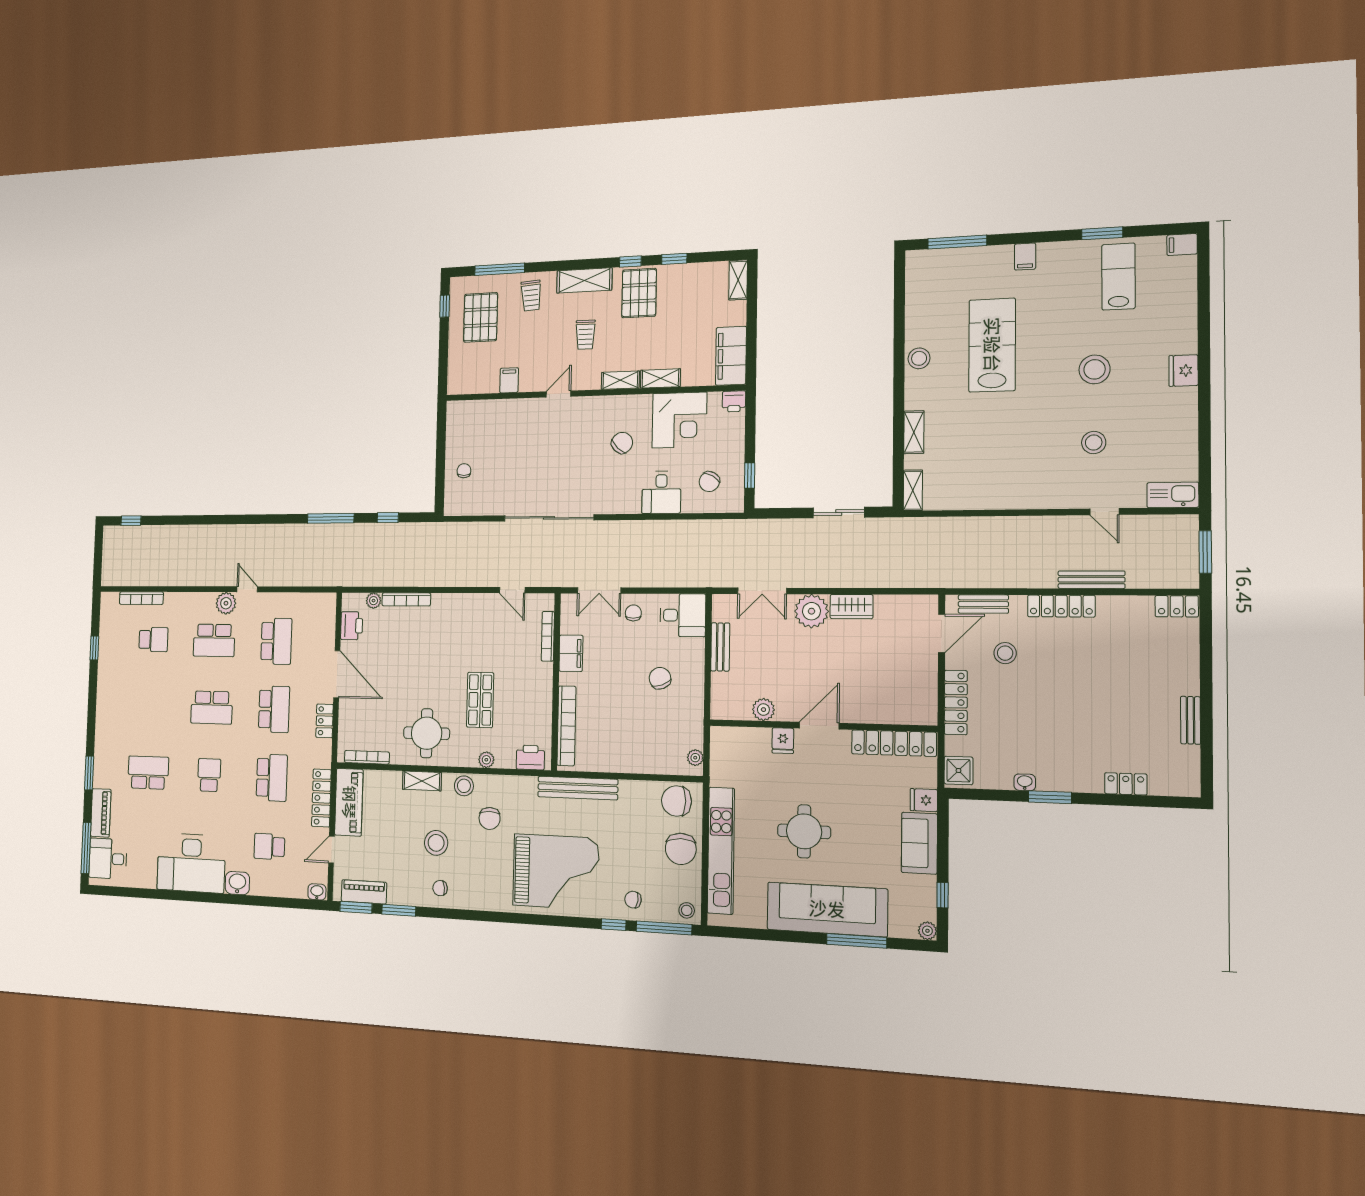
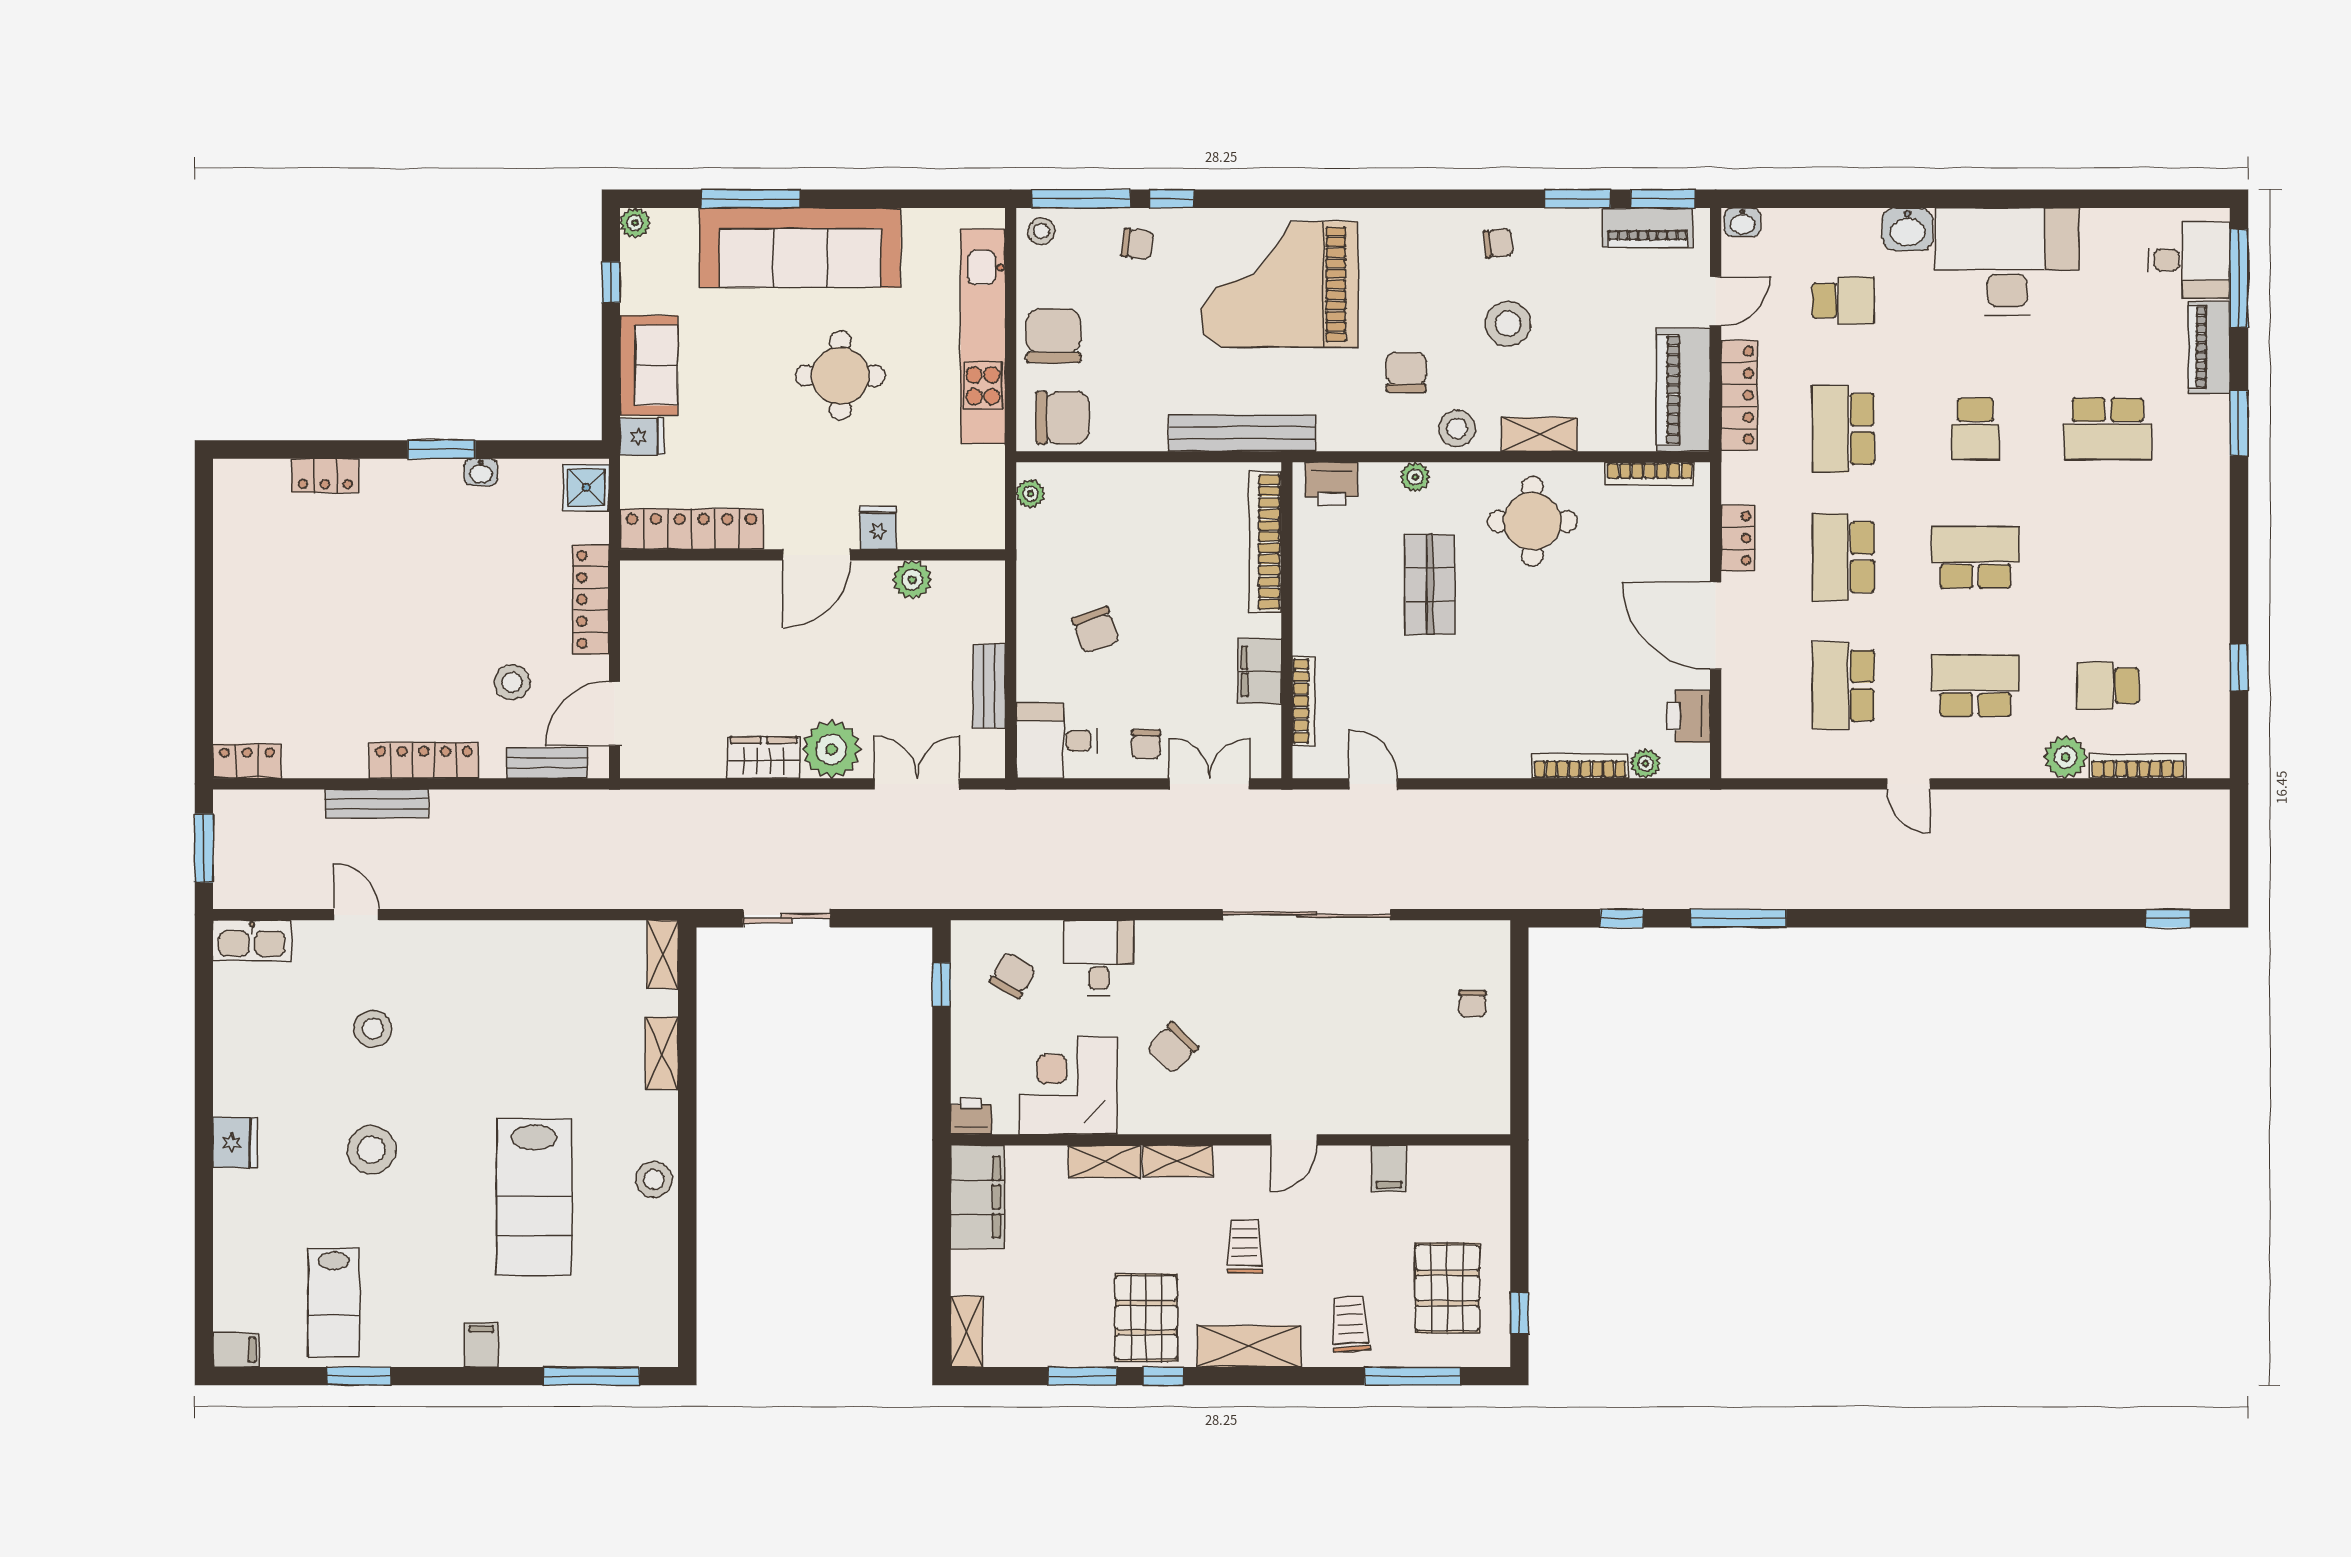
window: (674, 259) -> (1082, 1376), width x1.50
plant: (226, 603) -> (2066, 757), moved
bench: (1191, 720) -> (227, 580), removed

